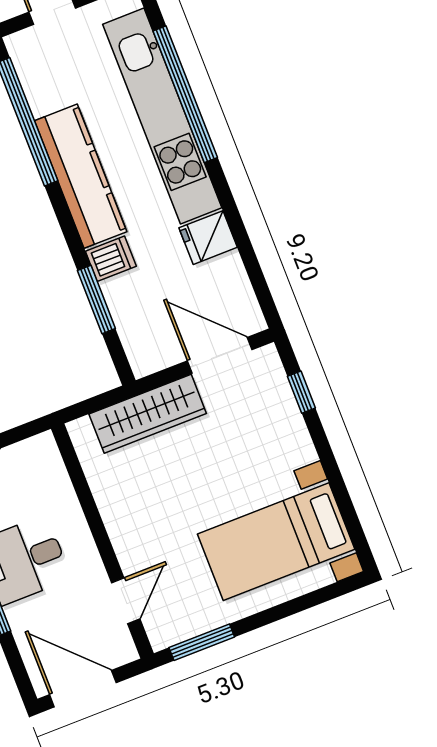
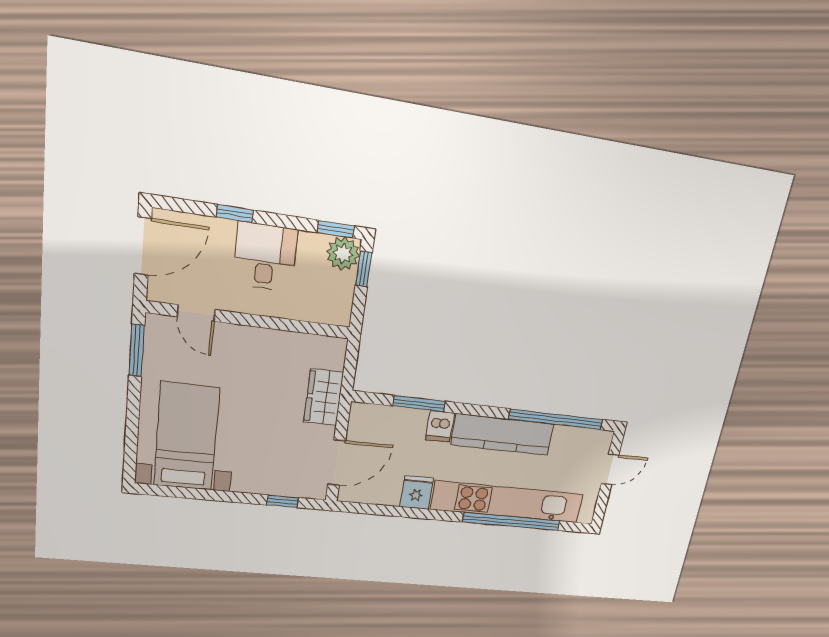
wardrobe: (148, 414) -> (324, 397), width x0.67

